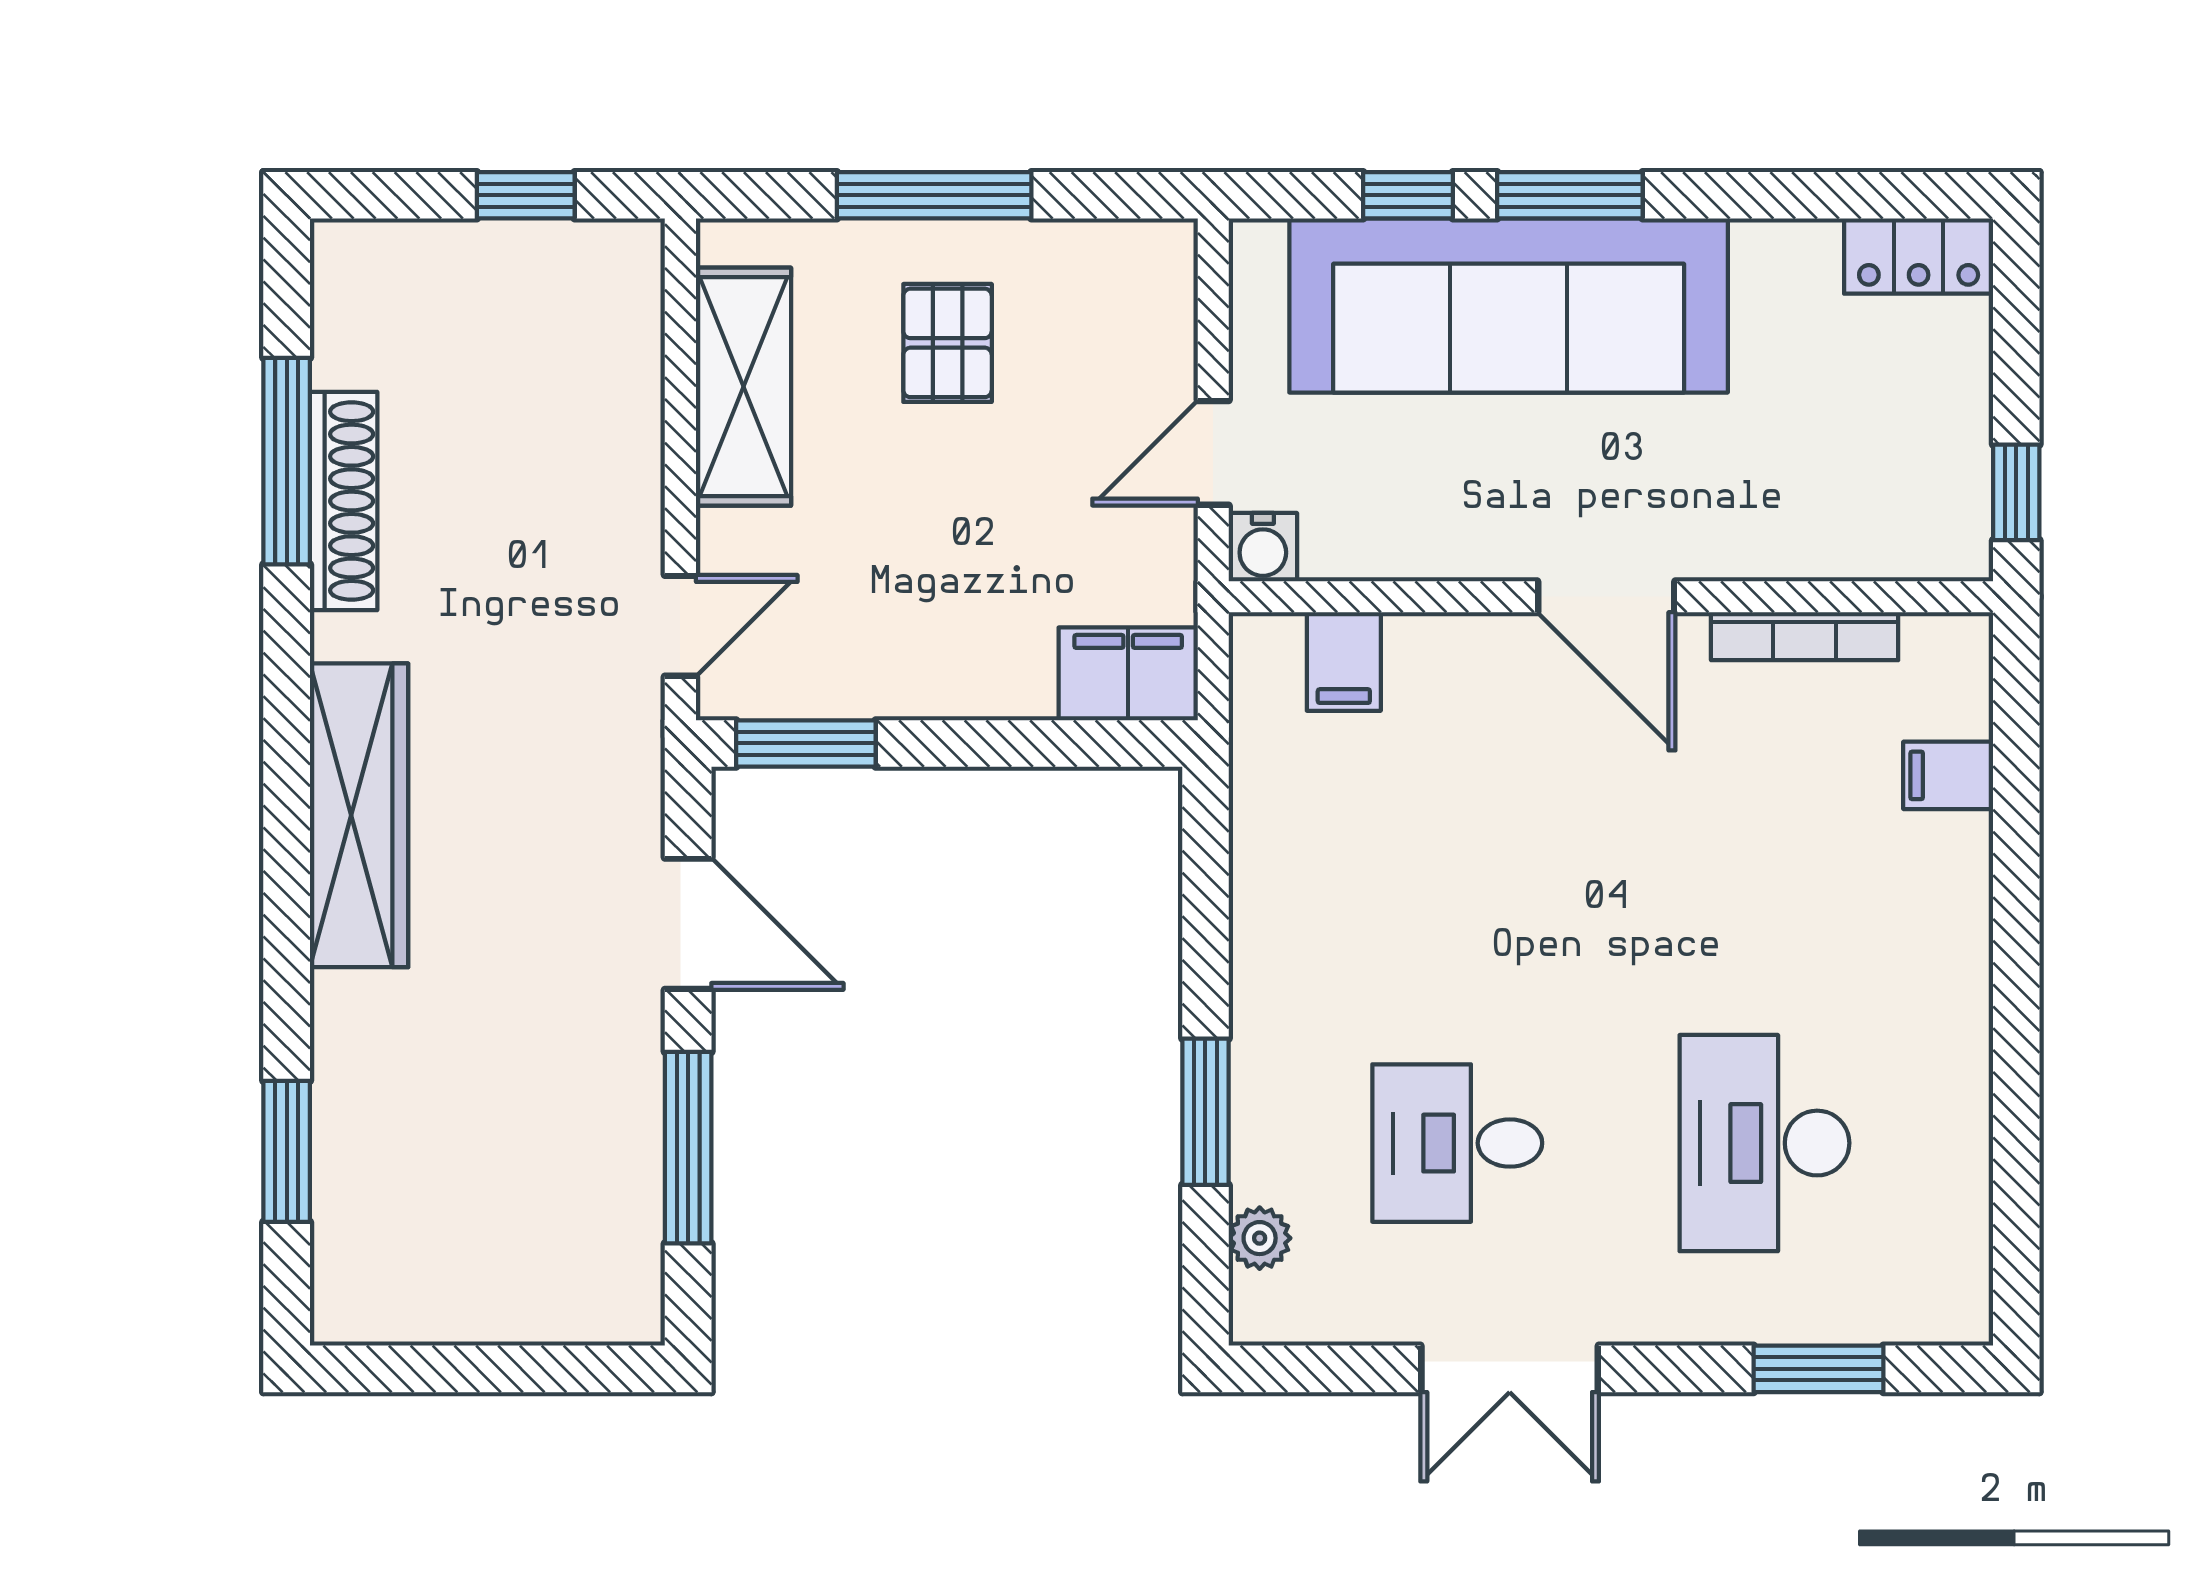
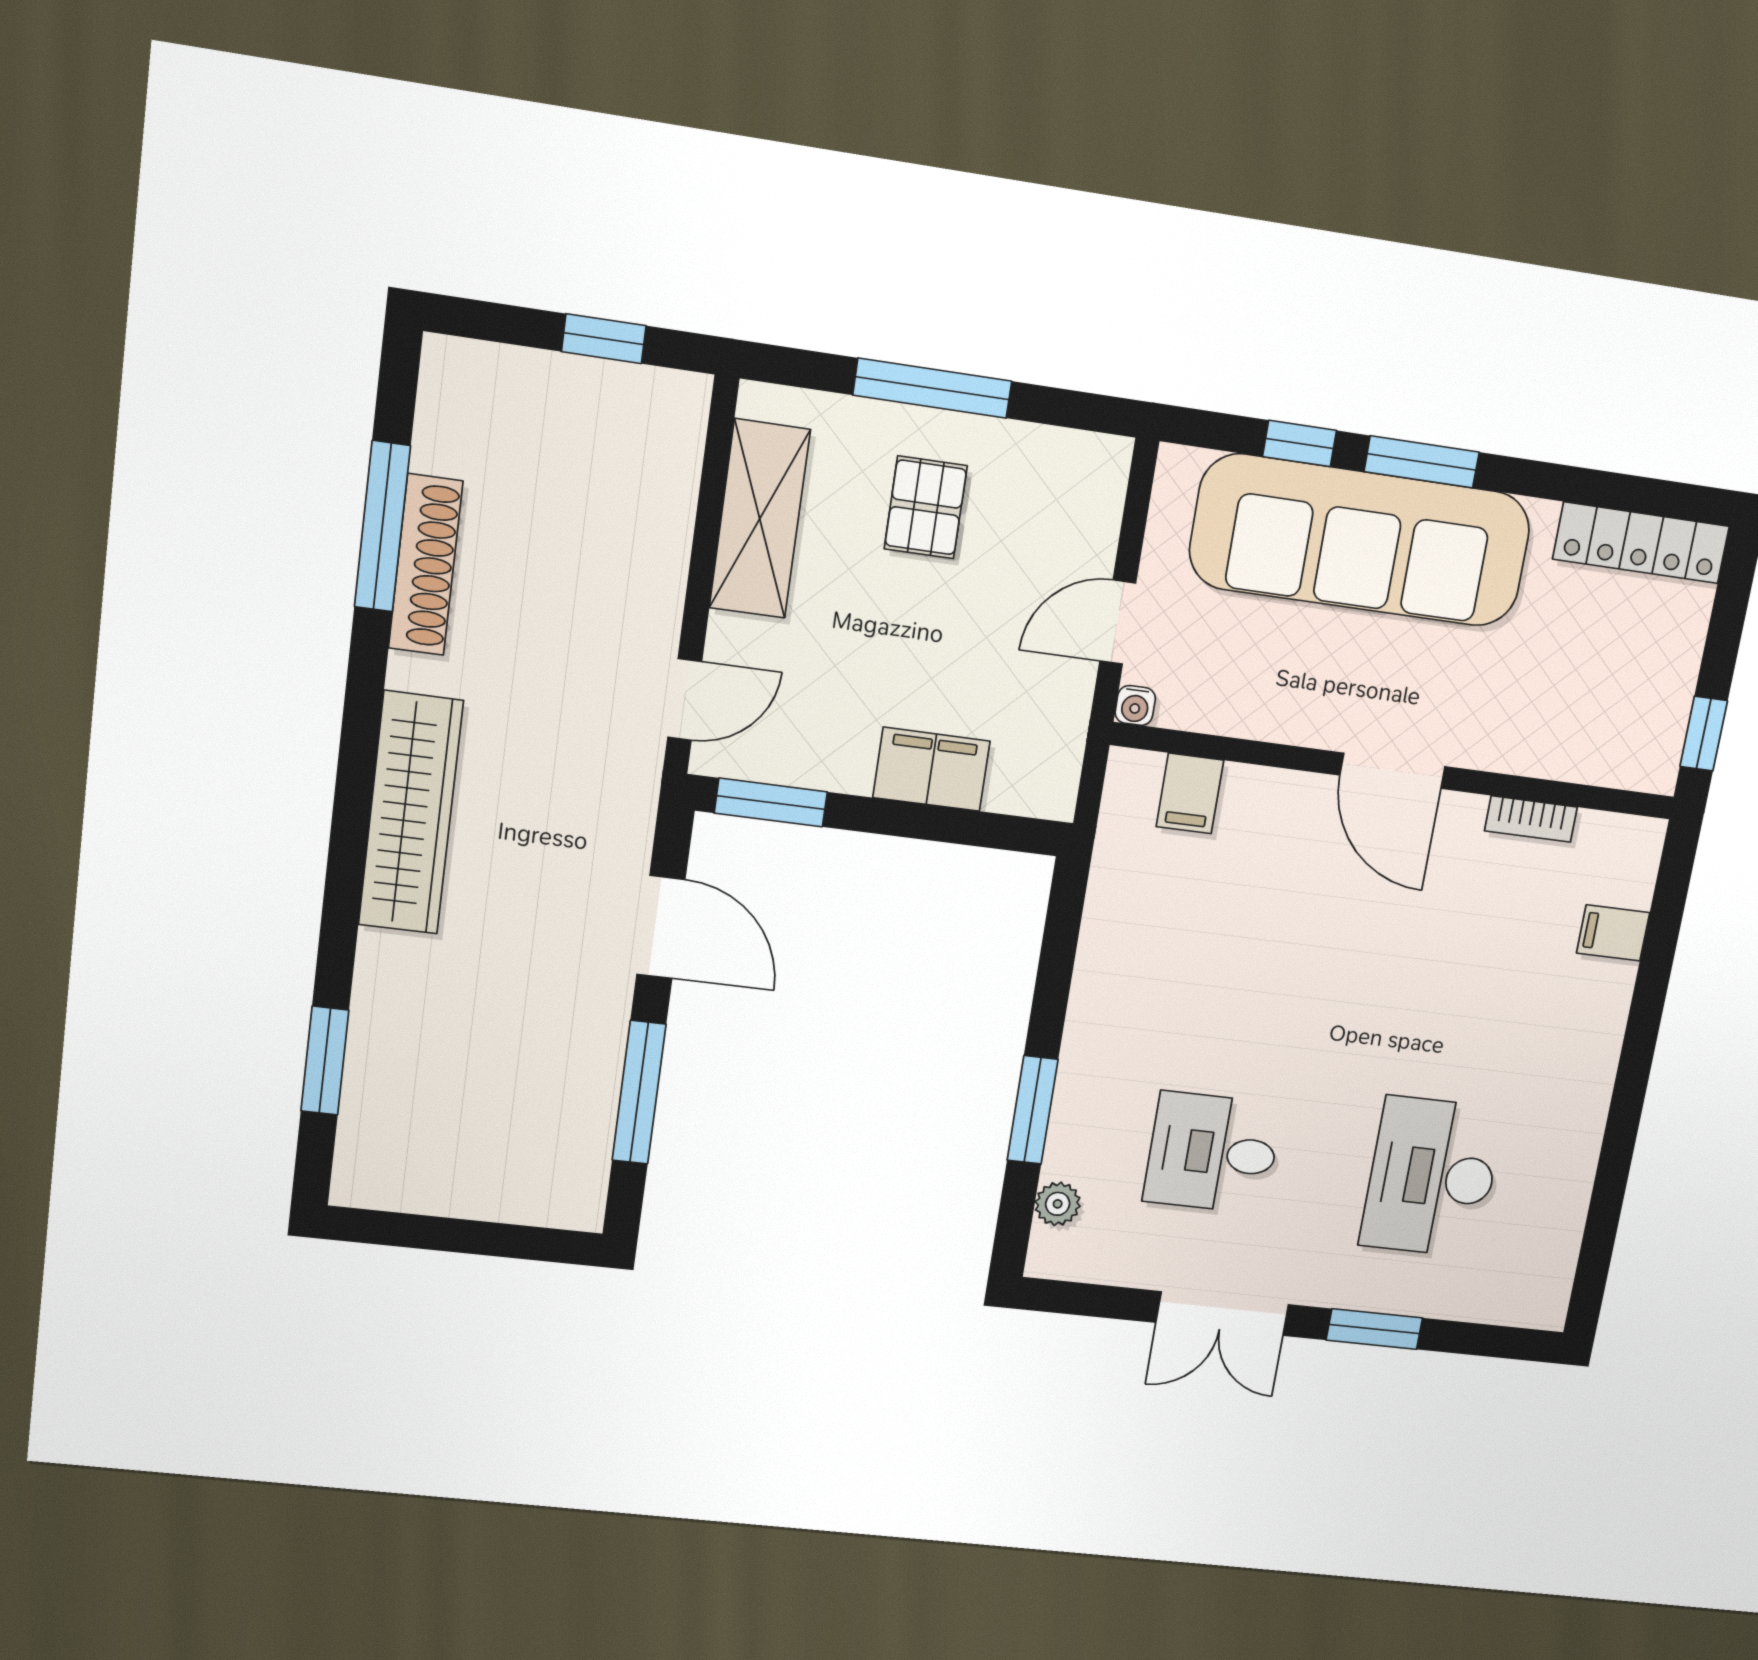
locker: (1919, 256) -> (1641, 543), width x1.53
water cooler: (1263, 547) -> (1135, 705), width x0.72, depth x0.72
bookcase: (1805, 636) -> (1531, 819), width x0.64
filing cabinet: (1128, 674) -> (931, 769), moved
window: (1819, 1369) -> (1374, 1329), moved

